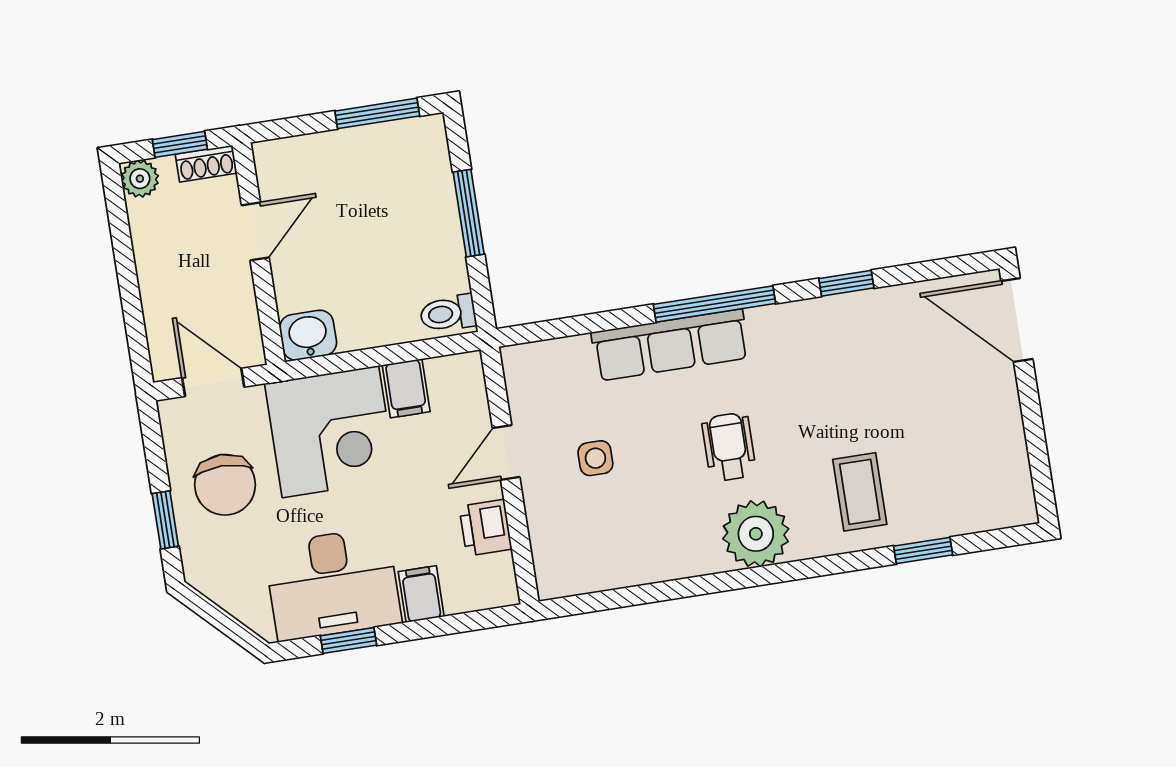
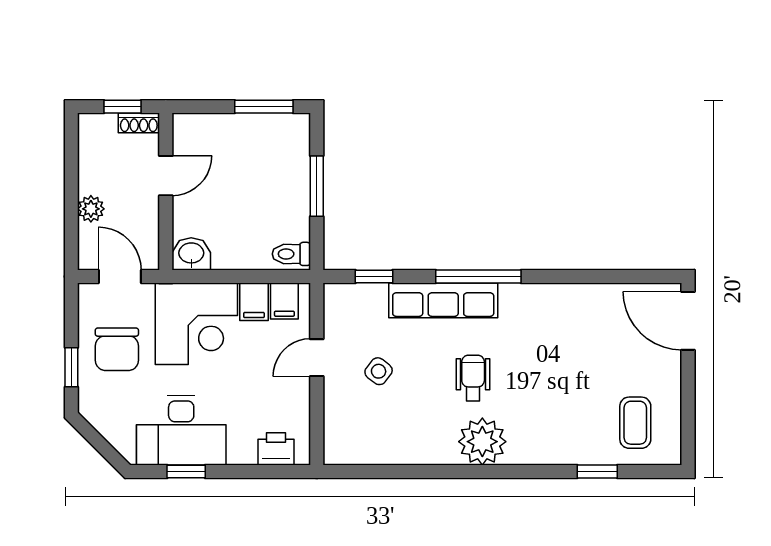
plant: (140, 179) -> (91, 209), moved
window: (846, 283) -> (374, 276), moved
side table: (595, 458) -> (379, 371), turned 38
coffee table: (860, 492) -> (635, 423), moved
printer: (486, 528) -> (276, 449), moved, turned 90
filing cabinet: (421, 594) -> (284, 301), moved, turned 180

